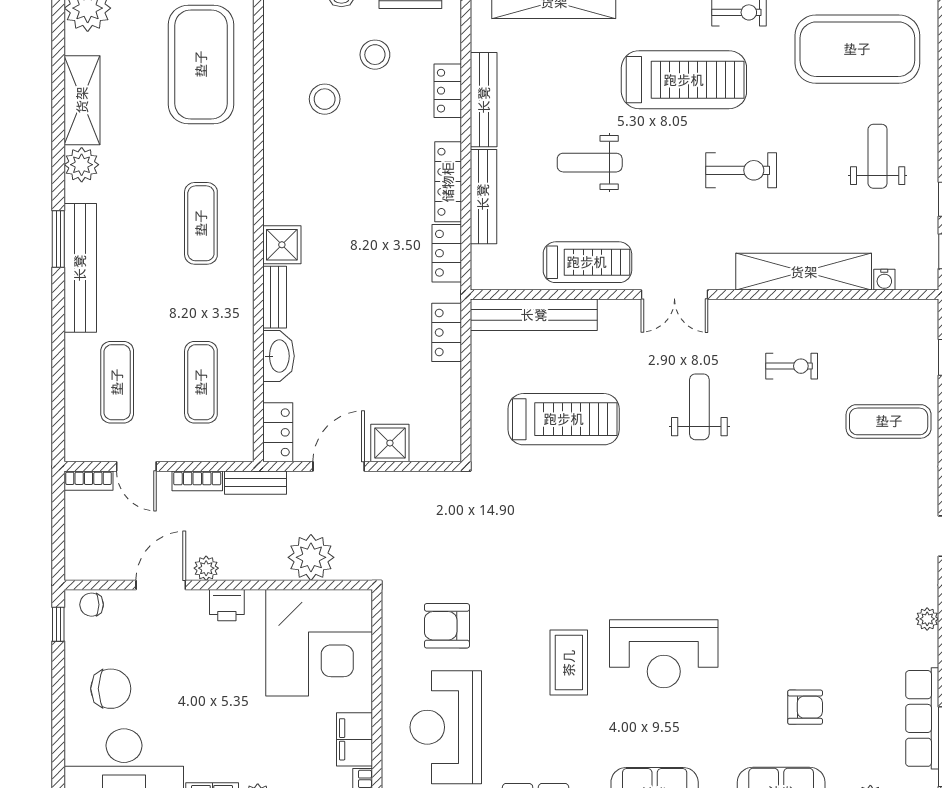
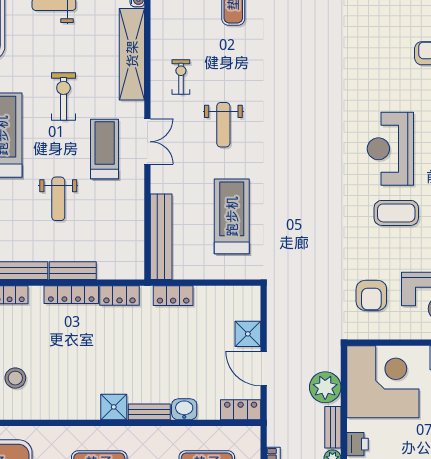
bench: (483, 197) -> (73, 271), width x0.73
treadmill: (587, 262) -> (105, 149), moved
washbasin: (278, 356) -> (184, 409), width x0.72
exercise bike: (792, 366) -> (181, 77), moved
weight bench: (699, 407) -> (223, 125), turned -90
bench: (256, 483) -> (333, 427), moved
reception desk: (664, 654) -> (390, 149), turned 180

